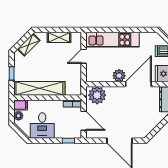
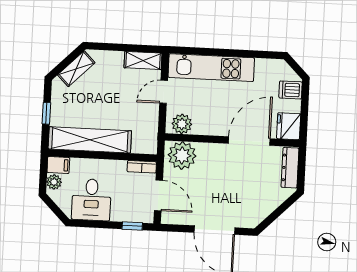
shelving: (59, 37) -> (143, 60), moved
plant: (119, 76) -> (182, 124), moved

